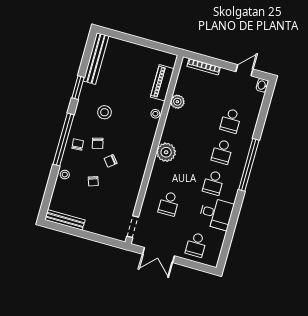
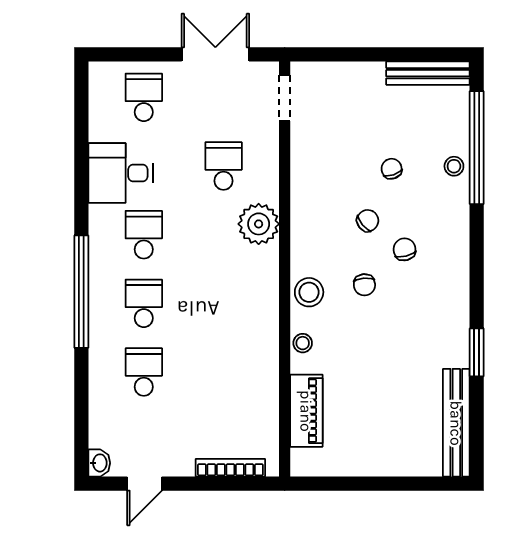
plant: (177, 102) -> (264, 381), removed
stool: (104, 112) -> (309, 292), moved
window: (63, 139) -> (477, 148), moved
chair: (78, 145) -> (364, 285), moved
plant: (166, 152) -> (259, 224), moved

